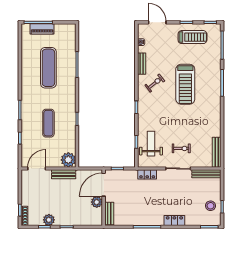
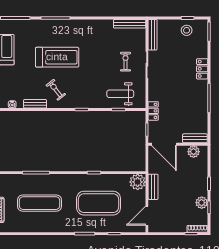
exercise mat: (48, 123) -> (99, 203), width x2.00, depth x1.45
door: (37, 169) -> (147, 216), hinge flipped
locker: (147, 174) -> (153, 111), moved
plant: (97, 202) -> (194, 152), moved

